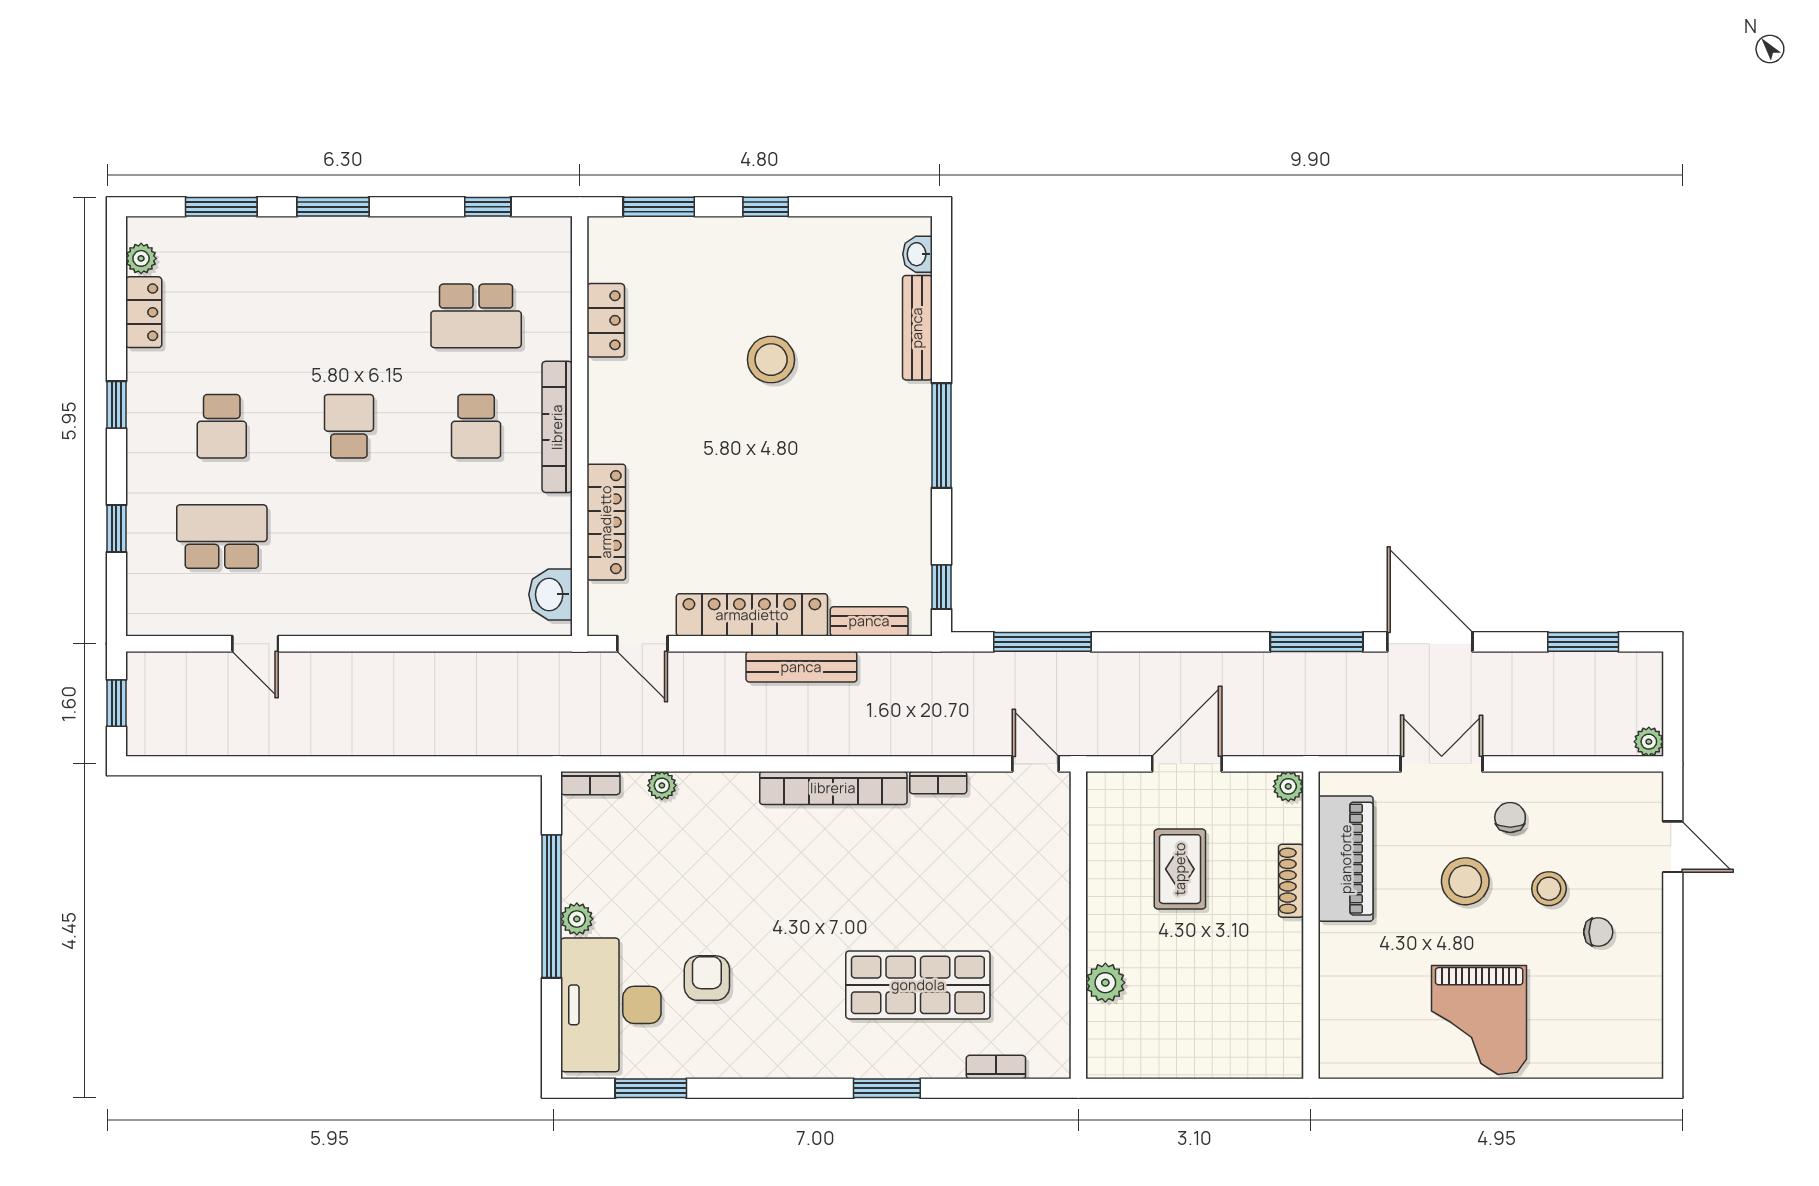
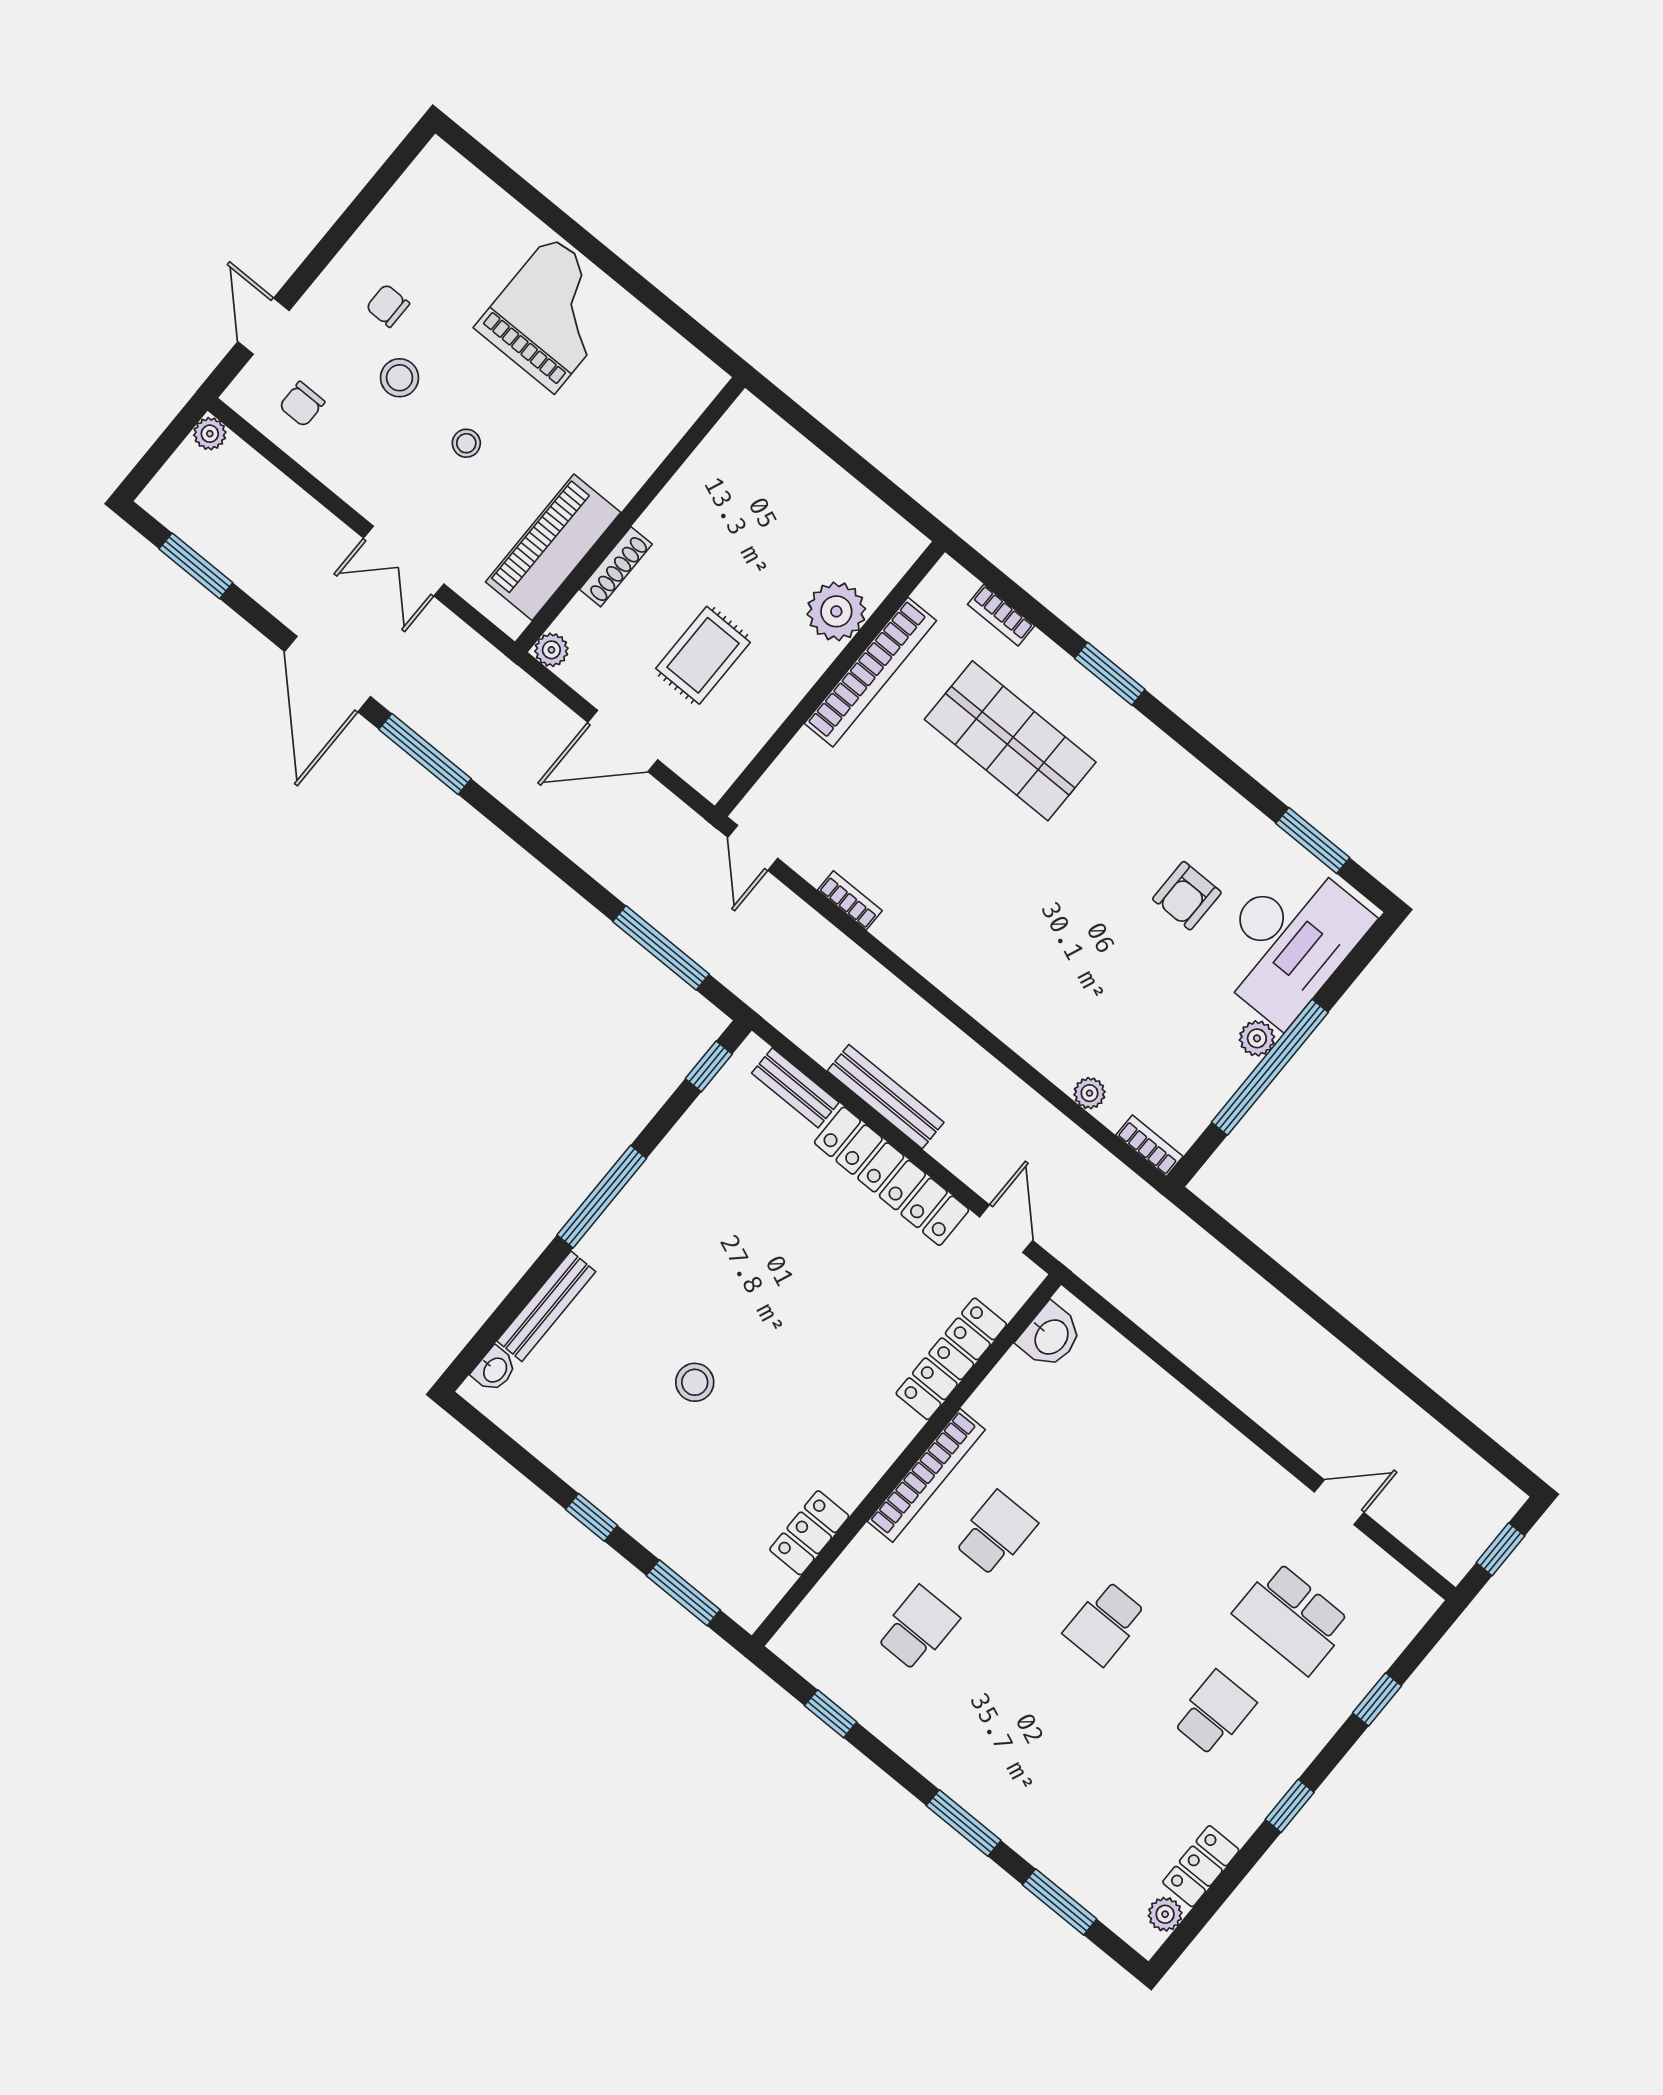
school desk: (476, 316) -> (918, 1628), width x0.54
stool: (771, 360) -> (695, 1382), width x0.73, depth x0.73
door: (255, 644) -> (1339, 1502), hinge flipped
bookcase: (833, 788) -> (870, 672), moved, turned 90
chair: (1510, 817) -> (302, 404), moved
stool: (1465, 881) -> (466, 443), width x0.53, depth x0.53
plant: (1105, 983) -> (836, 611), width x1.36, depth x1.36

